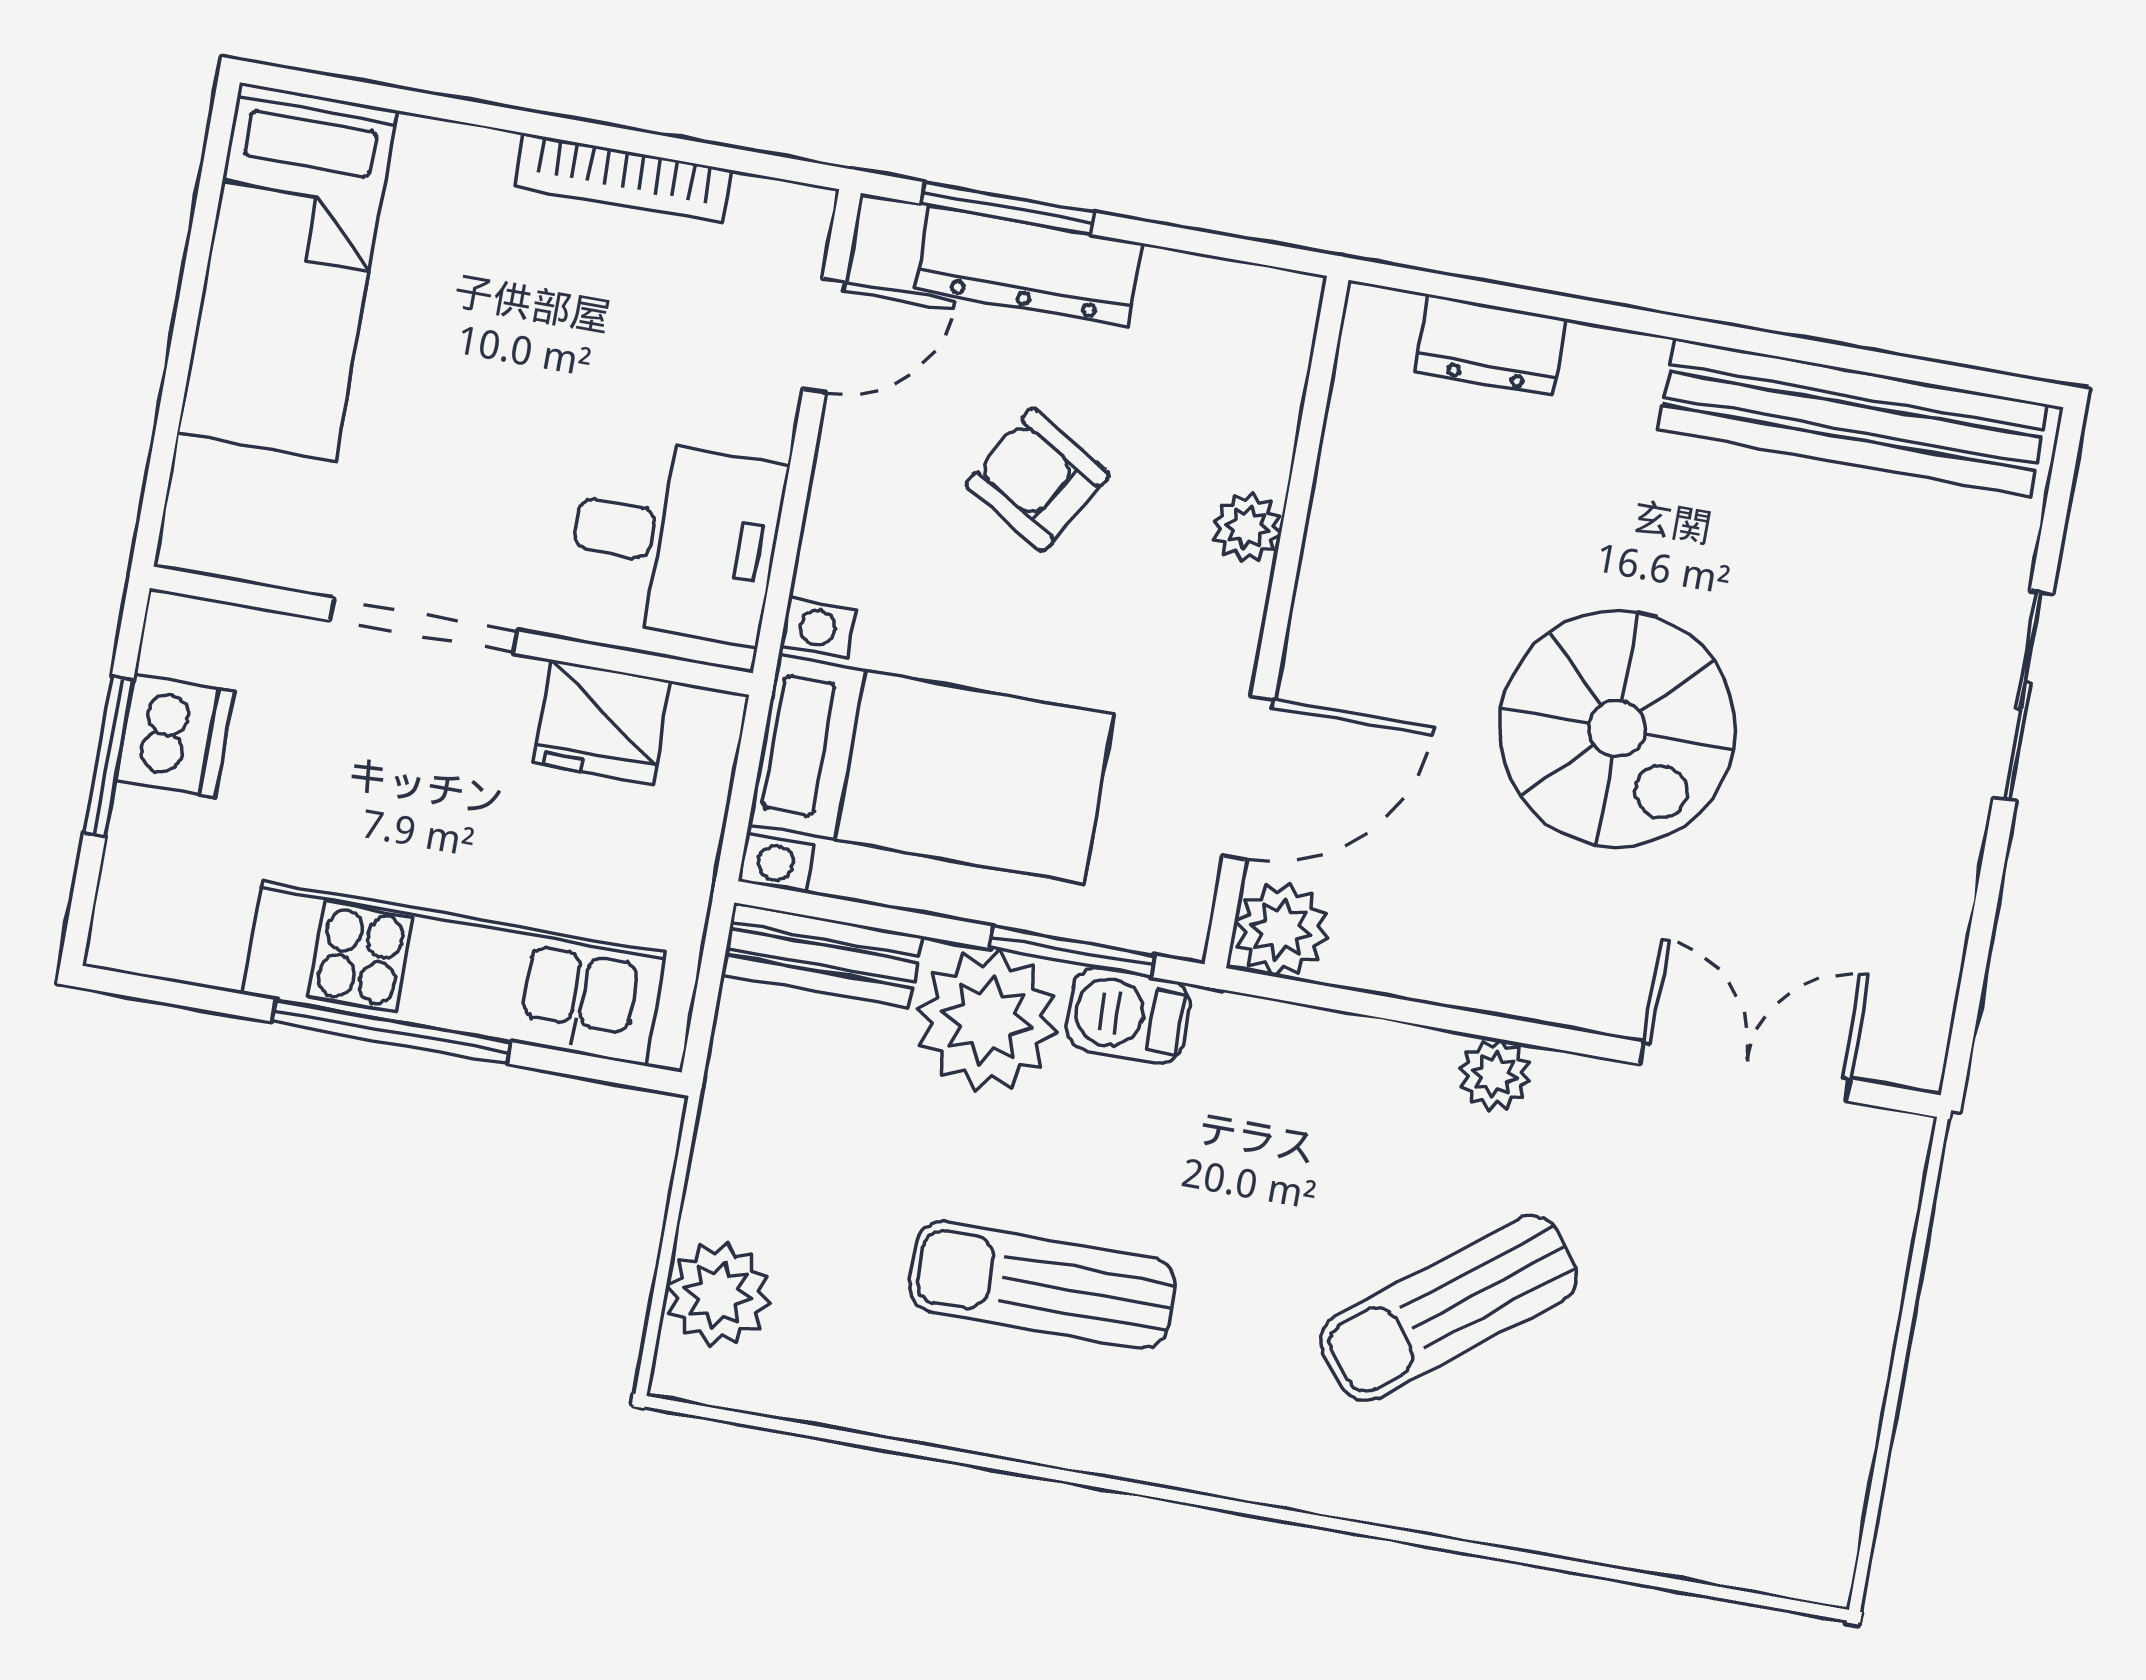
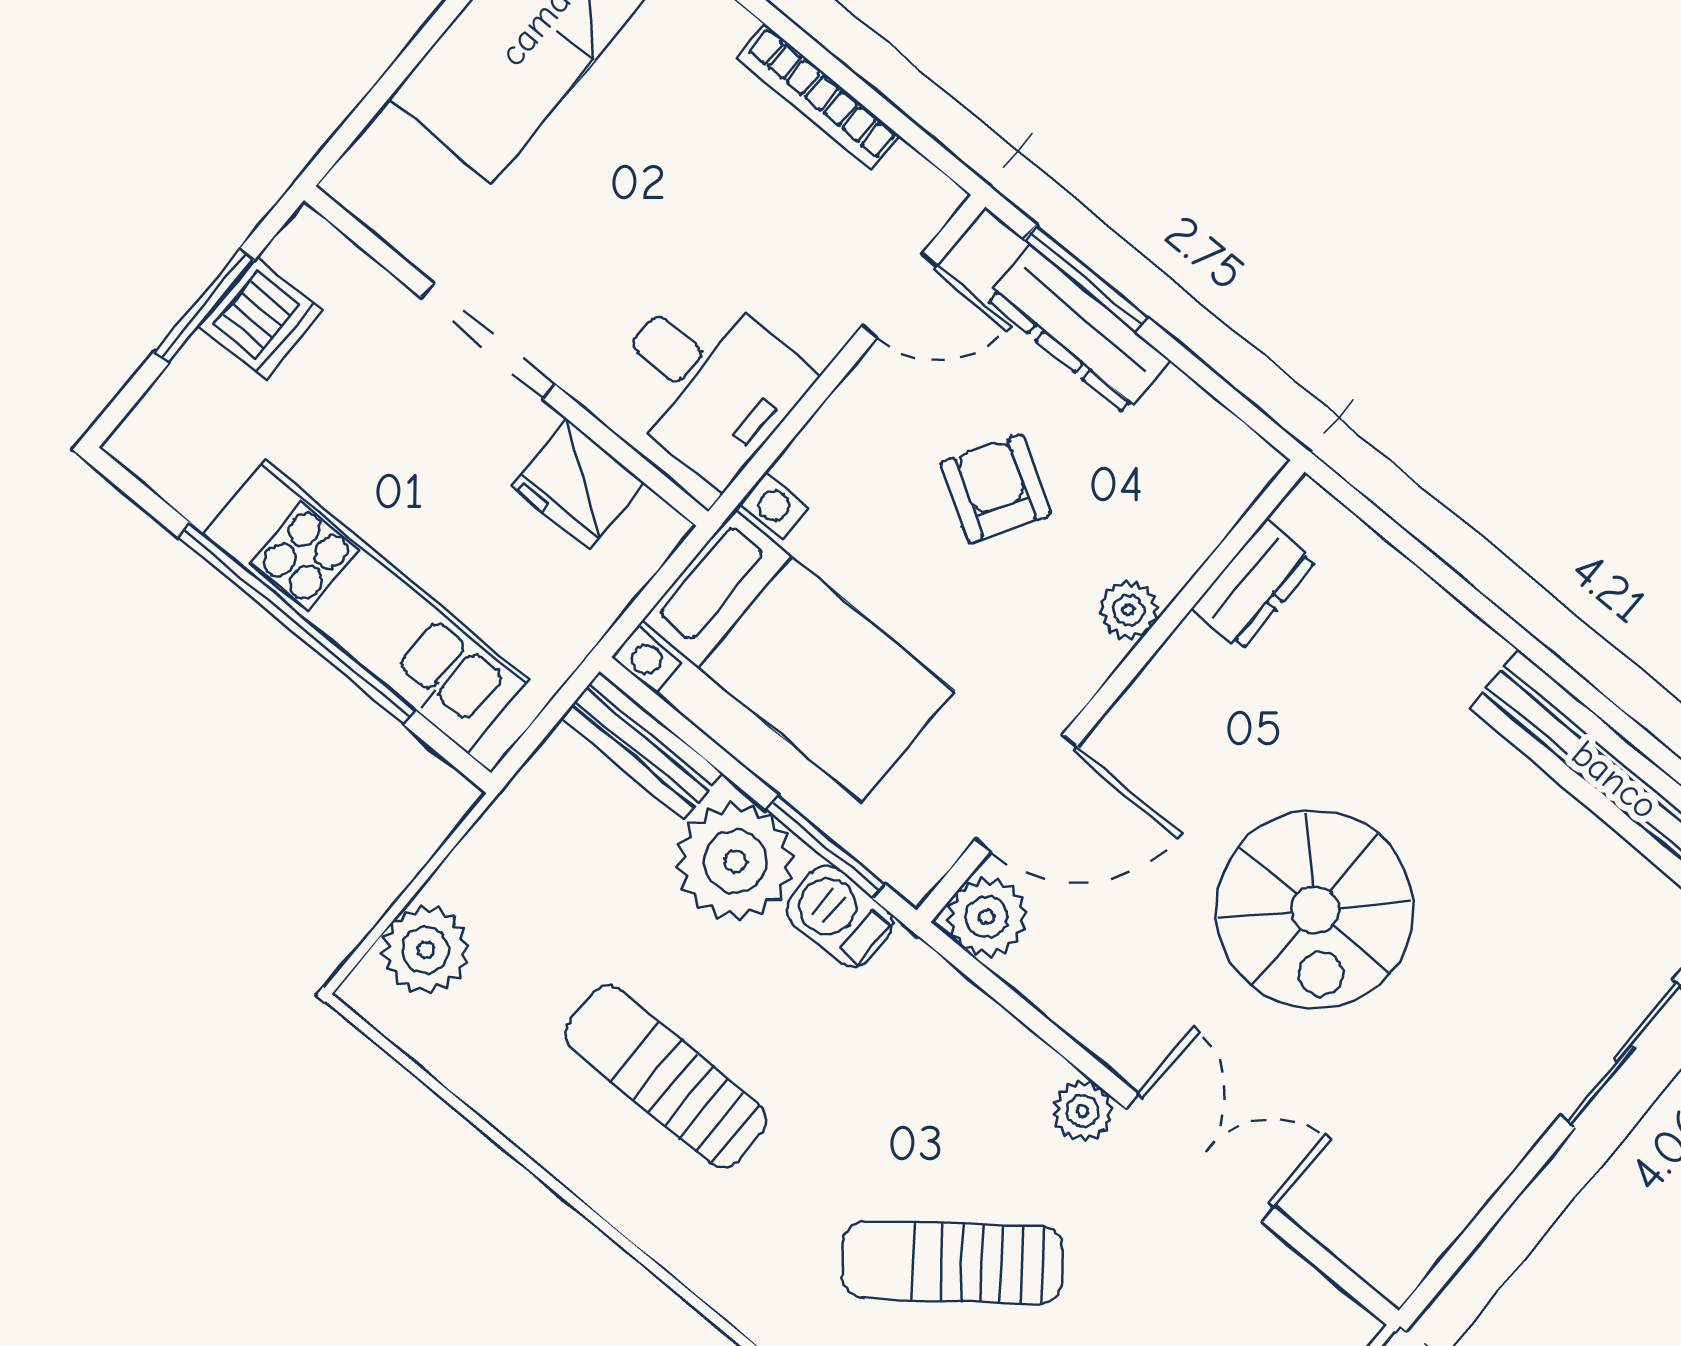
dresser: (1491, 345) -> (1254, 585), moved, turned -90
window: (391, 1032) -> (296, 623), width x1.46
double door: (1745, 1072) -> (1200, 1158), moved

